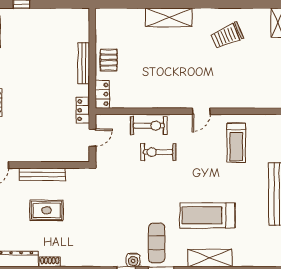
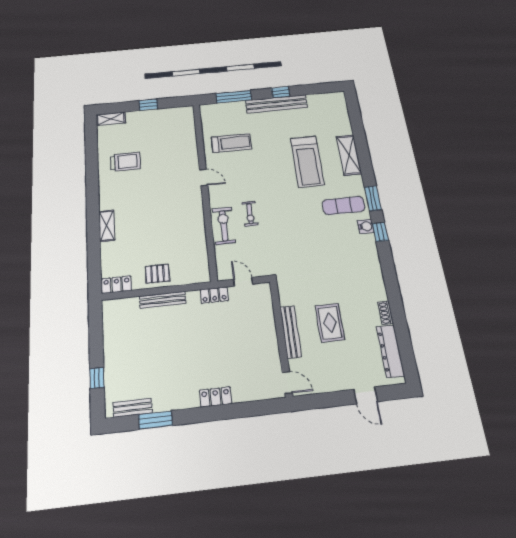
shelving: (169, 17) -> (107, 226), width x0.67, depth x0.75
trolley: (227, 36) -> (125, 162), turned -67
locker: (102, 94) -> (117, 285), moved
exercise bike: (158, 152) -> (250, 214), width x0.73, depth x0.72

